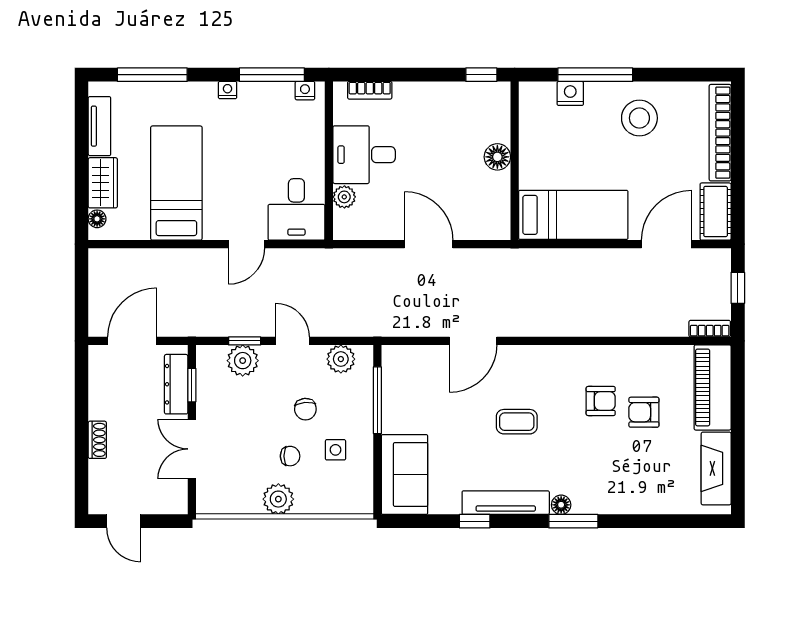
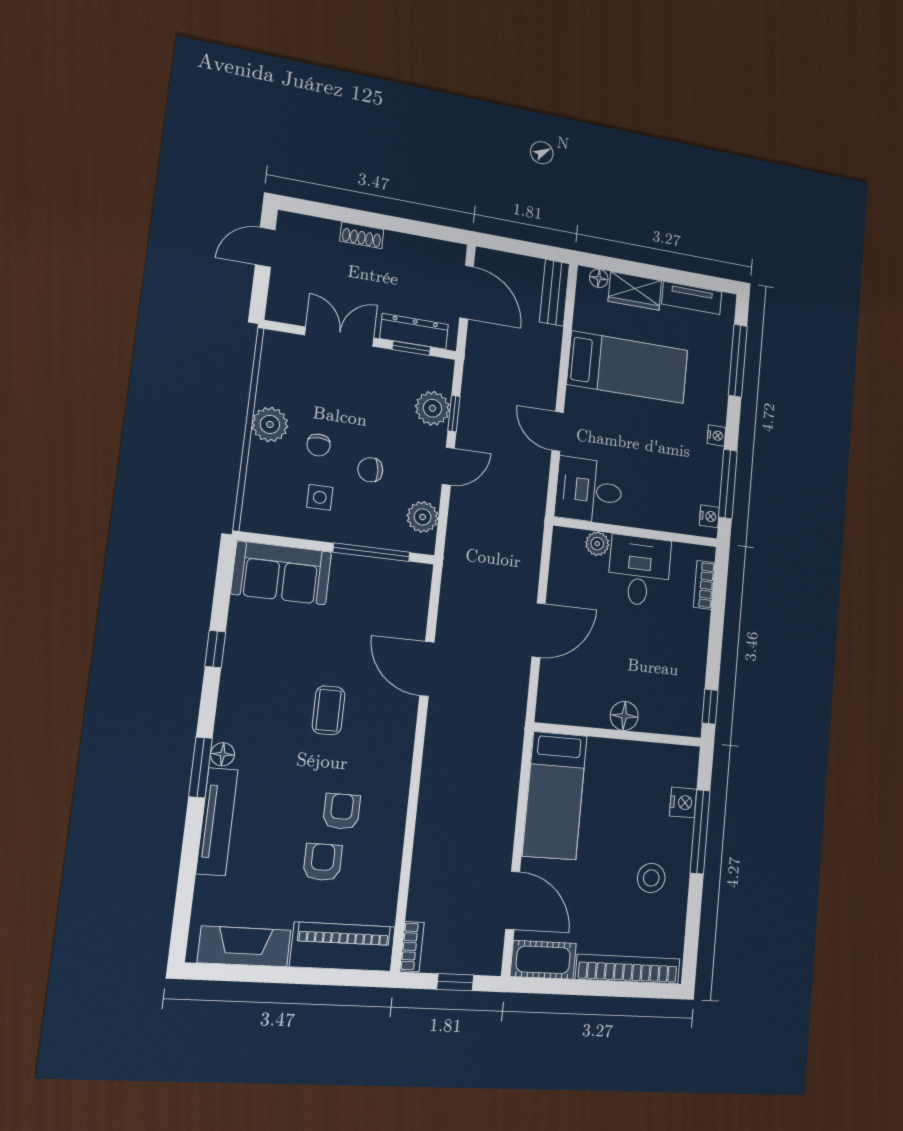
stool: (639, 118) -> (651, 878), width x0.73, depth x0.73
bench: (118, 260) -> (555, 293), added
armchair: (601, 401) -> (342, 811), turned 180
tv unit: (506, 503) -> (217, 822), moved

